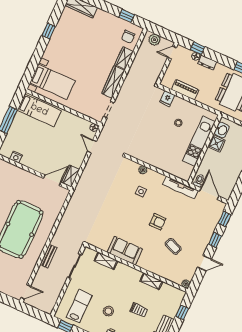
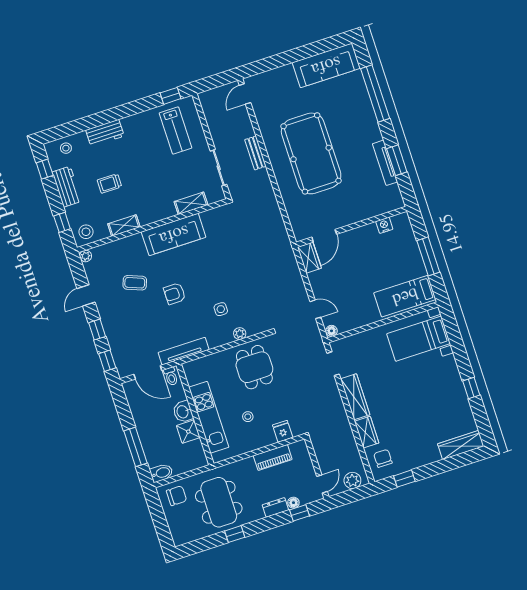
washbasin: (222, 130) -> (183, 412), moved
dining table: (151, 145) -> (254, 367), added
sofa: (125, 251) -> (174, 234), width x1.36
stool: (108, 311) -> (86, 232), moved

